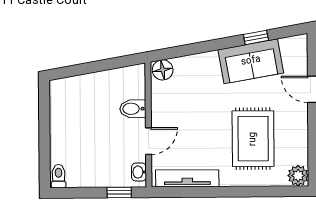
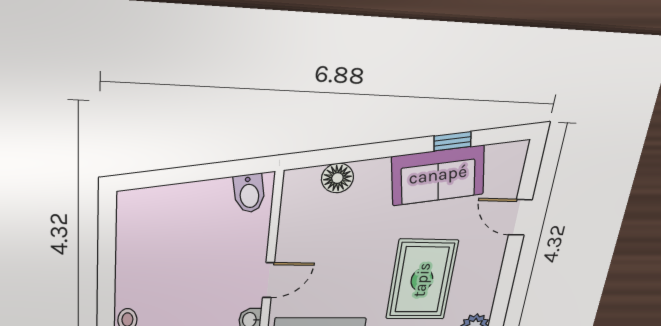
floor lamp: (163, 70) -> (337, 178), moved
bidet: (133, 109) -> (249, 193), moved, turned -100

